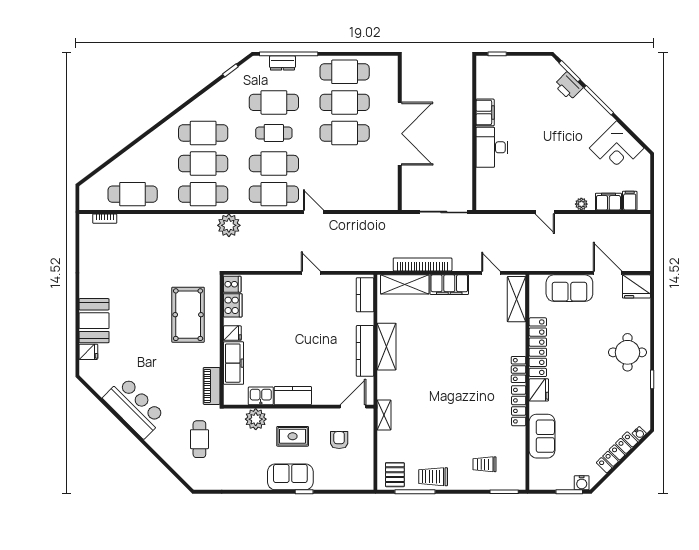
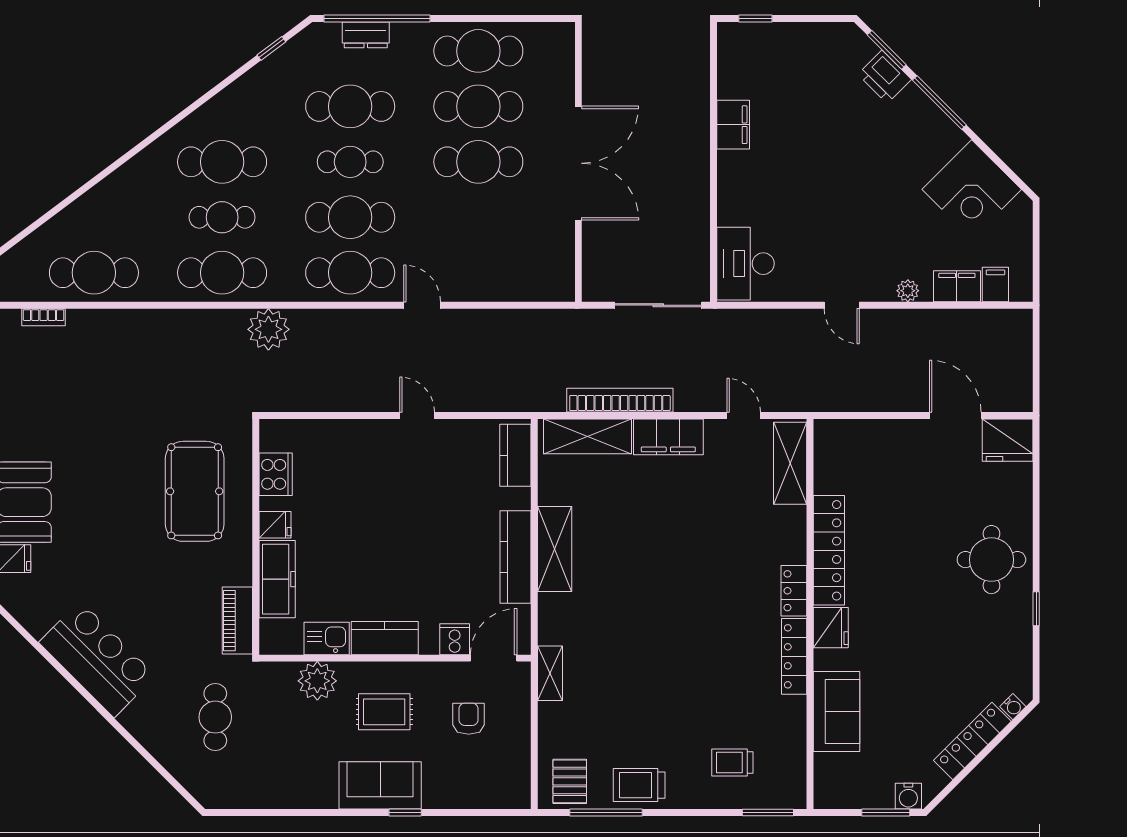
desk: (492, 147) -> (745, 264), moved
cafe table: (203, 164) -> (222, 217), width x0.73, depth x0.74
cooker: (232, 284) -> (455, 639), moved, turned -90
sofa: (569, 288) -> (886, 443), removed

